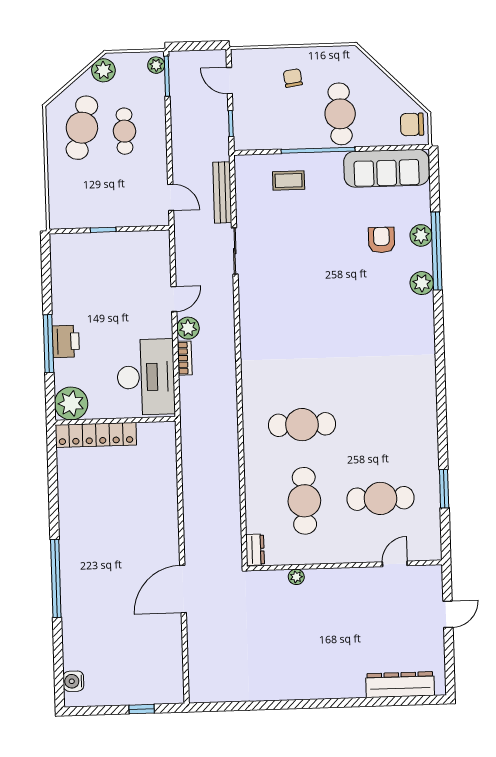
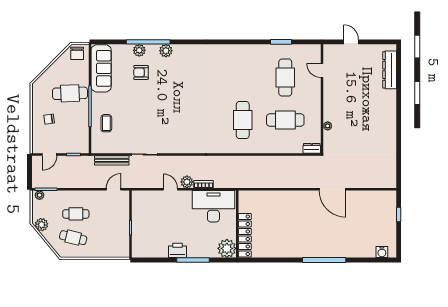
cafe table: (82, 128) -> (73, 238), width x0.73, depth x0.74
printer: (66, 341) -> (178, 250), moved

